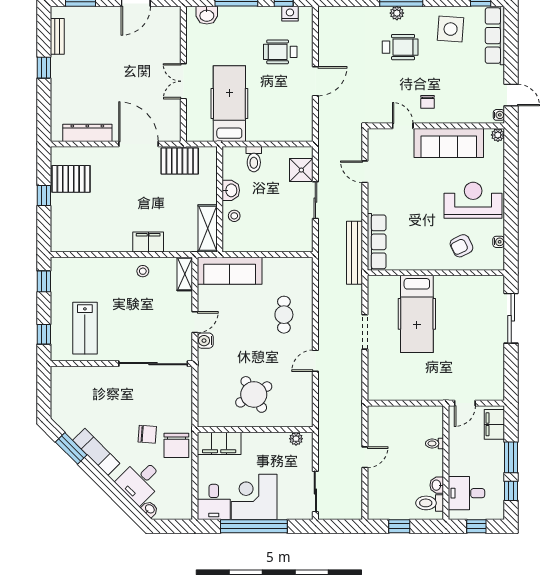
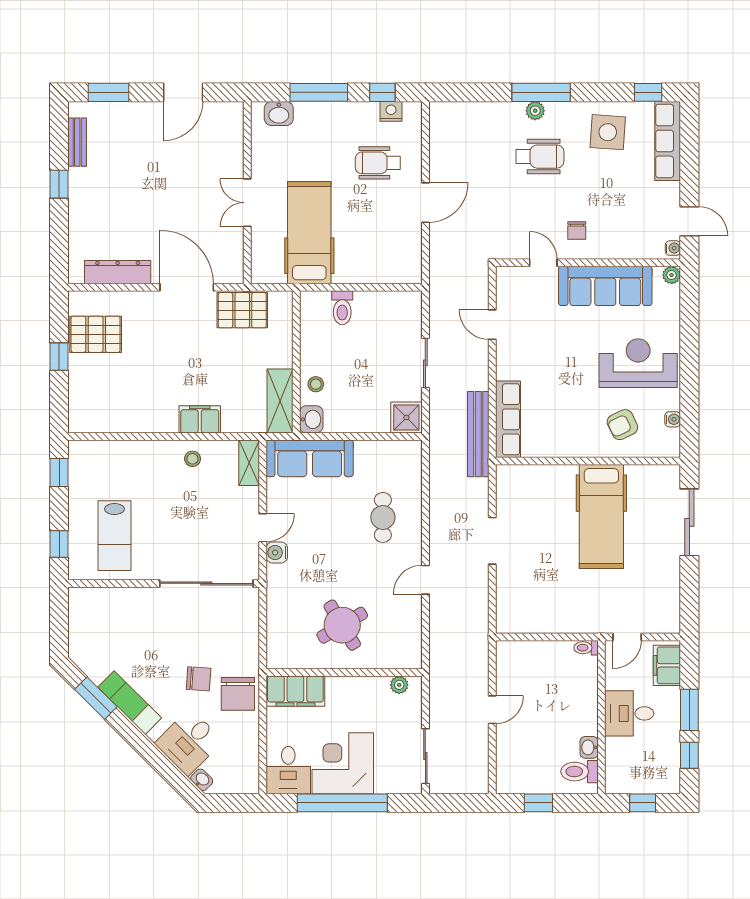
shower: (301, 170) -> (406, 417), moved
washbasin: (231, 190) -> (311, 419), moved
hospital bed: (417, 314) -> (601, 516), moved
toilet: (434, 443) -> (586, 648), moved
desk: (466, 493) -> (629, 713), moved

